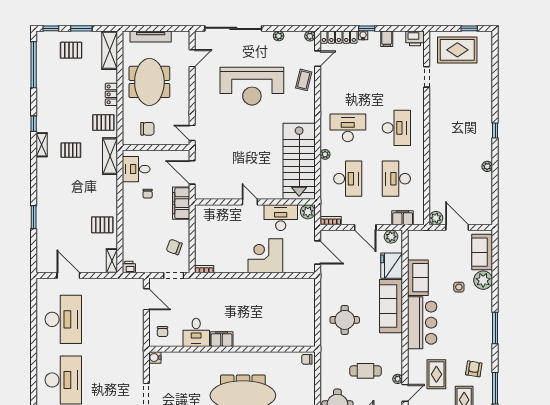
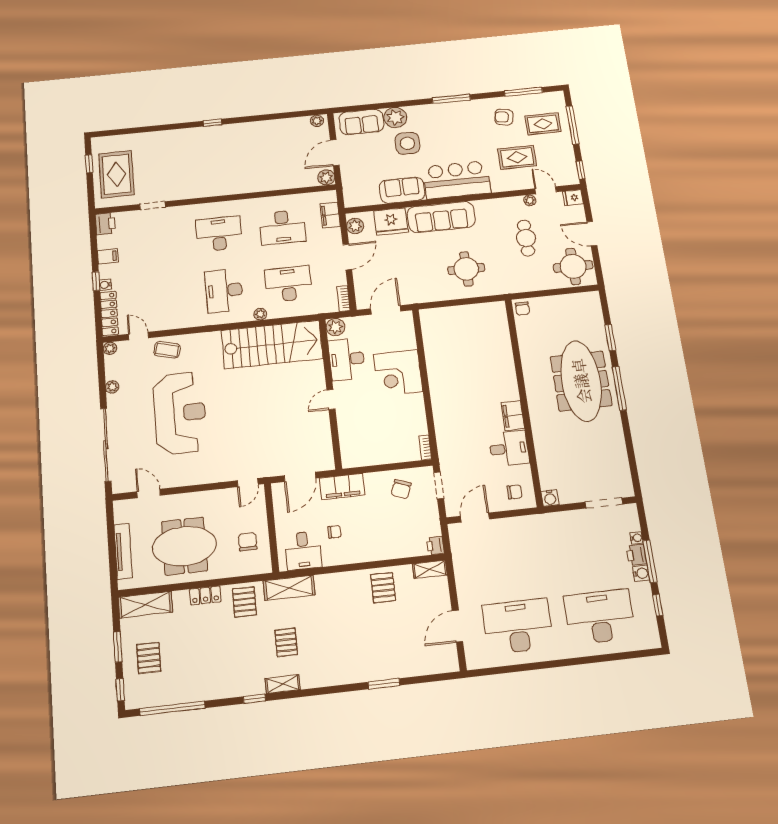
plant: (487, 166) -> (317, 121), moved
side table: (459, 287) -> (407, 143), width x1.87, depth x1.87

